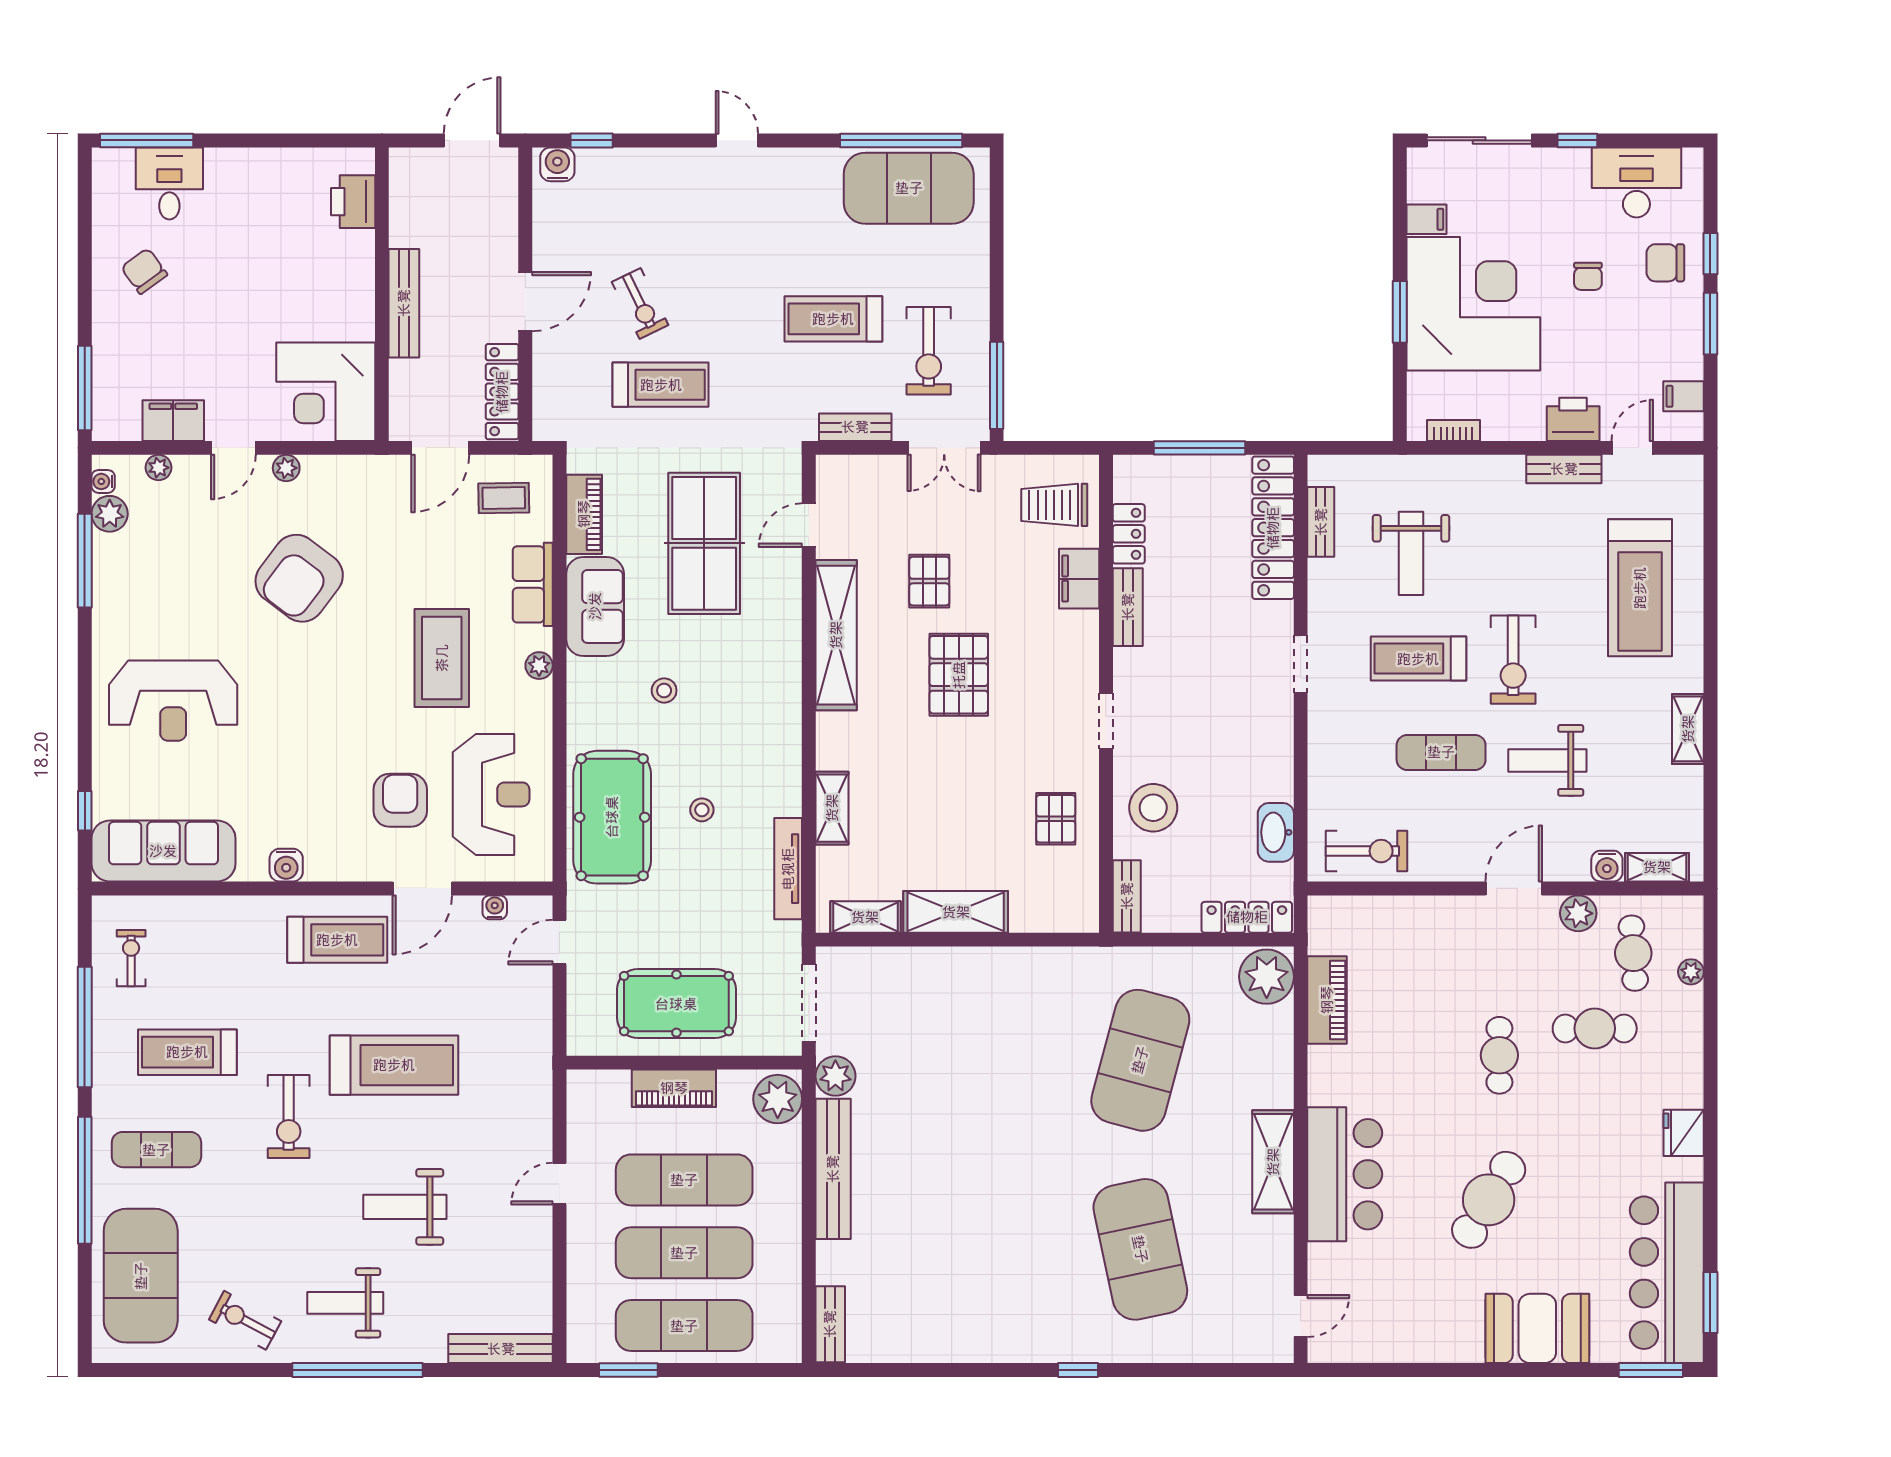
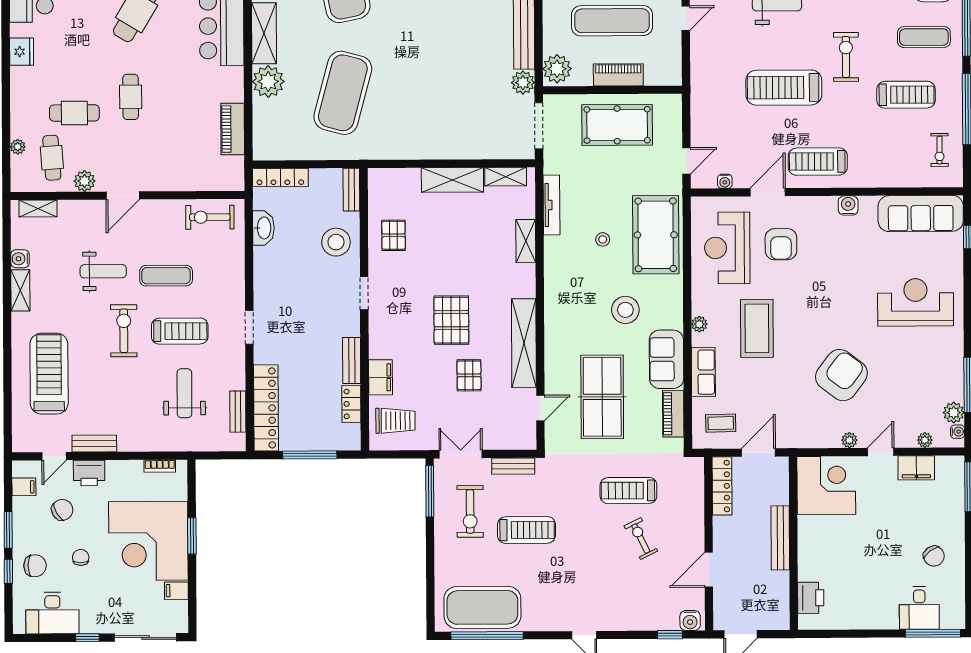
door: (525, 302) -> (709, 570), moved
exercise bike: (929, 351) -> (470, 511), turned 180
chair: (1619, 357) -> (62, 510), added
stool: (664, 690) -> (625, 310), width x1.89, depth x1.89
water cooler: (1607, 866) -> (20, 259), moved, turned -90
plant: (1267, 977) -> (268, 82), moved

